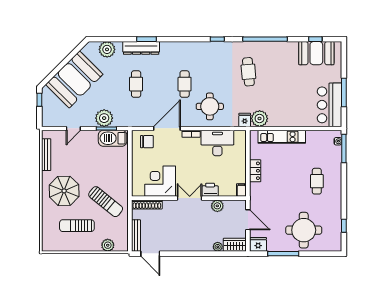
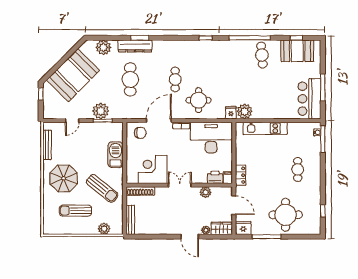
cafe table: (248, 72) -> (262, 55), moved
cafe table: (136, 84) -> (130, 79), width x1.37, depth x1.35
barbecue: (113, 138) -> (115, 155), moved, turned 90
desk: (217, 143) -> (211, 138), width x1.36, depth x1.30
locker: (255, 171) -> (241, 175), moved
printer: (210, 190) -> (215, 177), moved
door: (150, 254) -> (190, 237), moved

